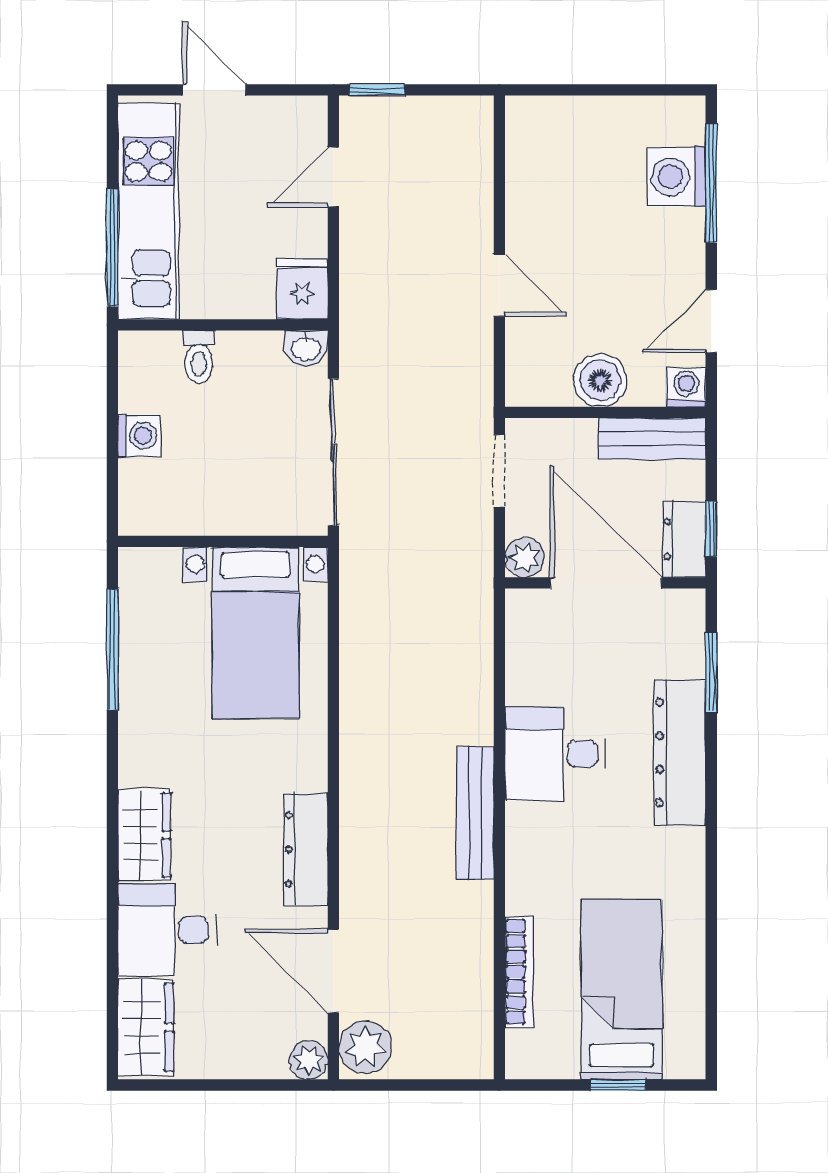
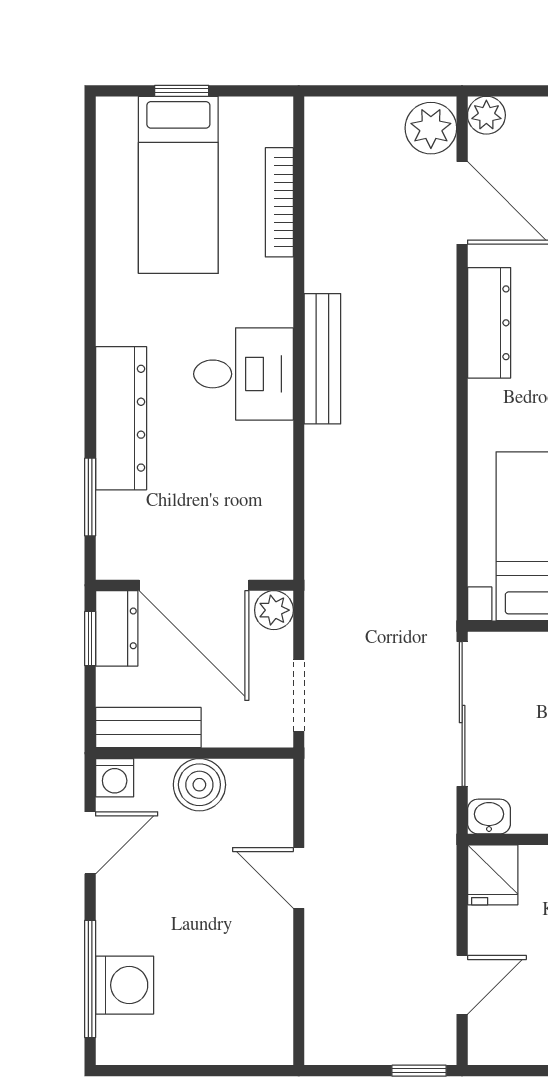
desk: (555, 754) -> (244, 374), moved

